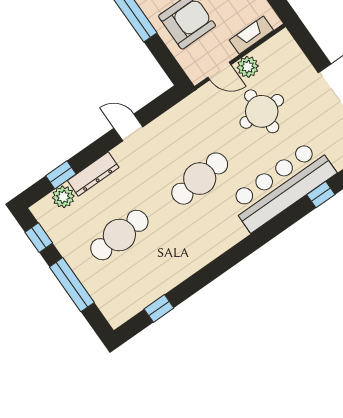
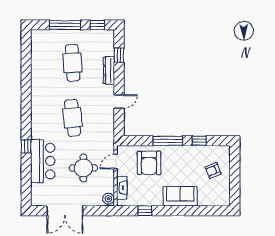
plant: (248, 67) -> (108, 199), moved
bar counter: (282, 186) -> (43, 161), width x0.73
window: (321, 195) -> (26, 146), moved
plant: (63, 197) -> (108, 49), removed
window: (159, 308) -> (26, 57), removed

